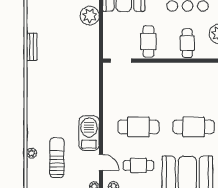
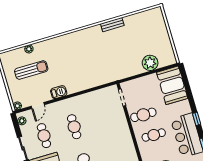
cafe table: (187, 43) -> (154, 135), moved
cafe table: (138, 127) -> (74, 127), width x0.73, depth x0.74
barbecue: (89, 133) -> (59, 92), width x0.53, depth x0.65

